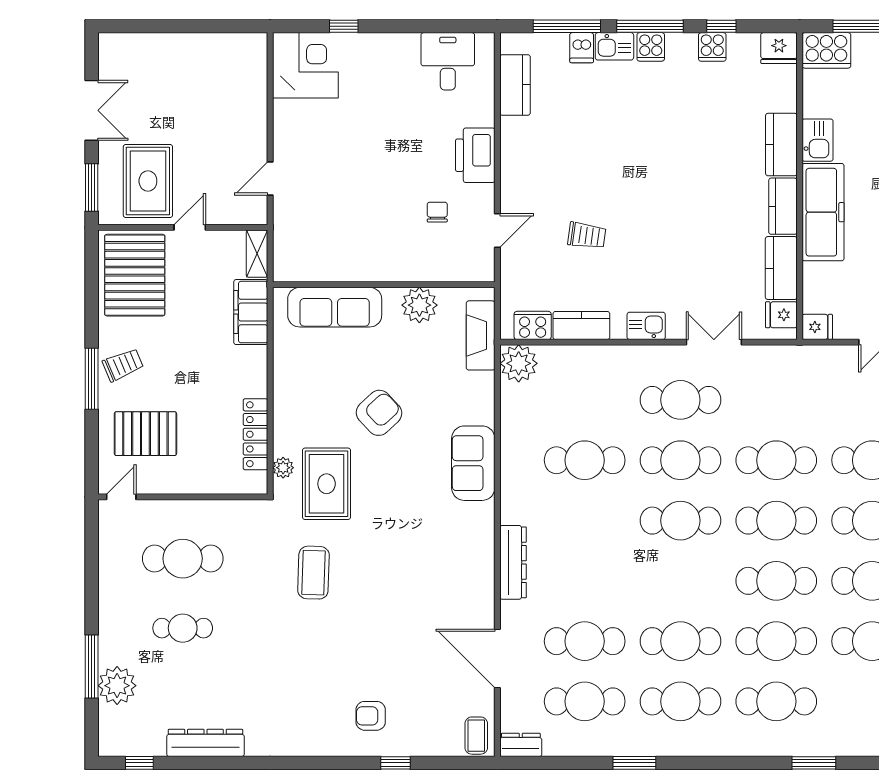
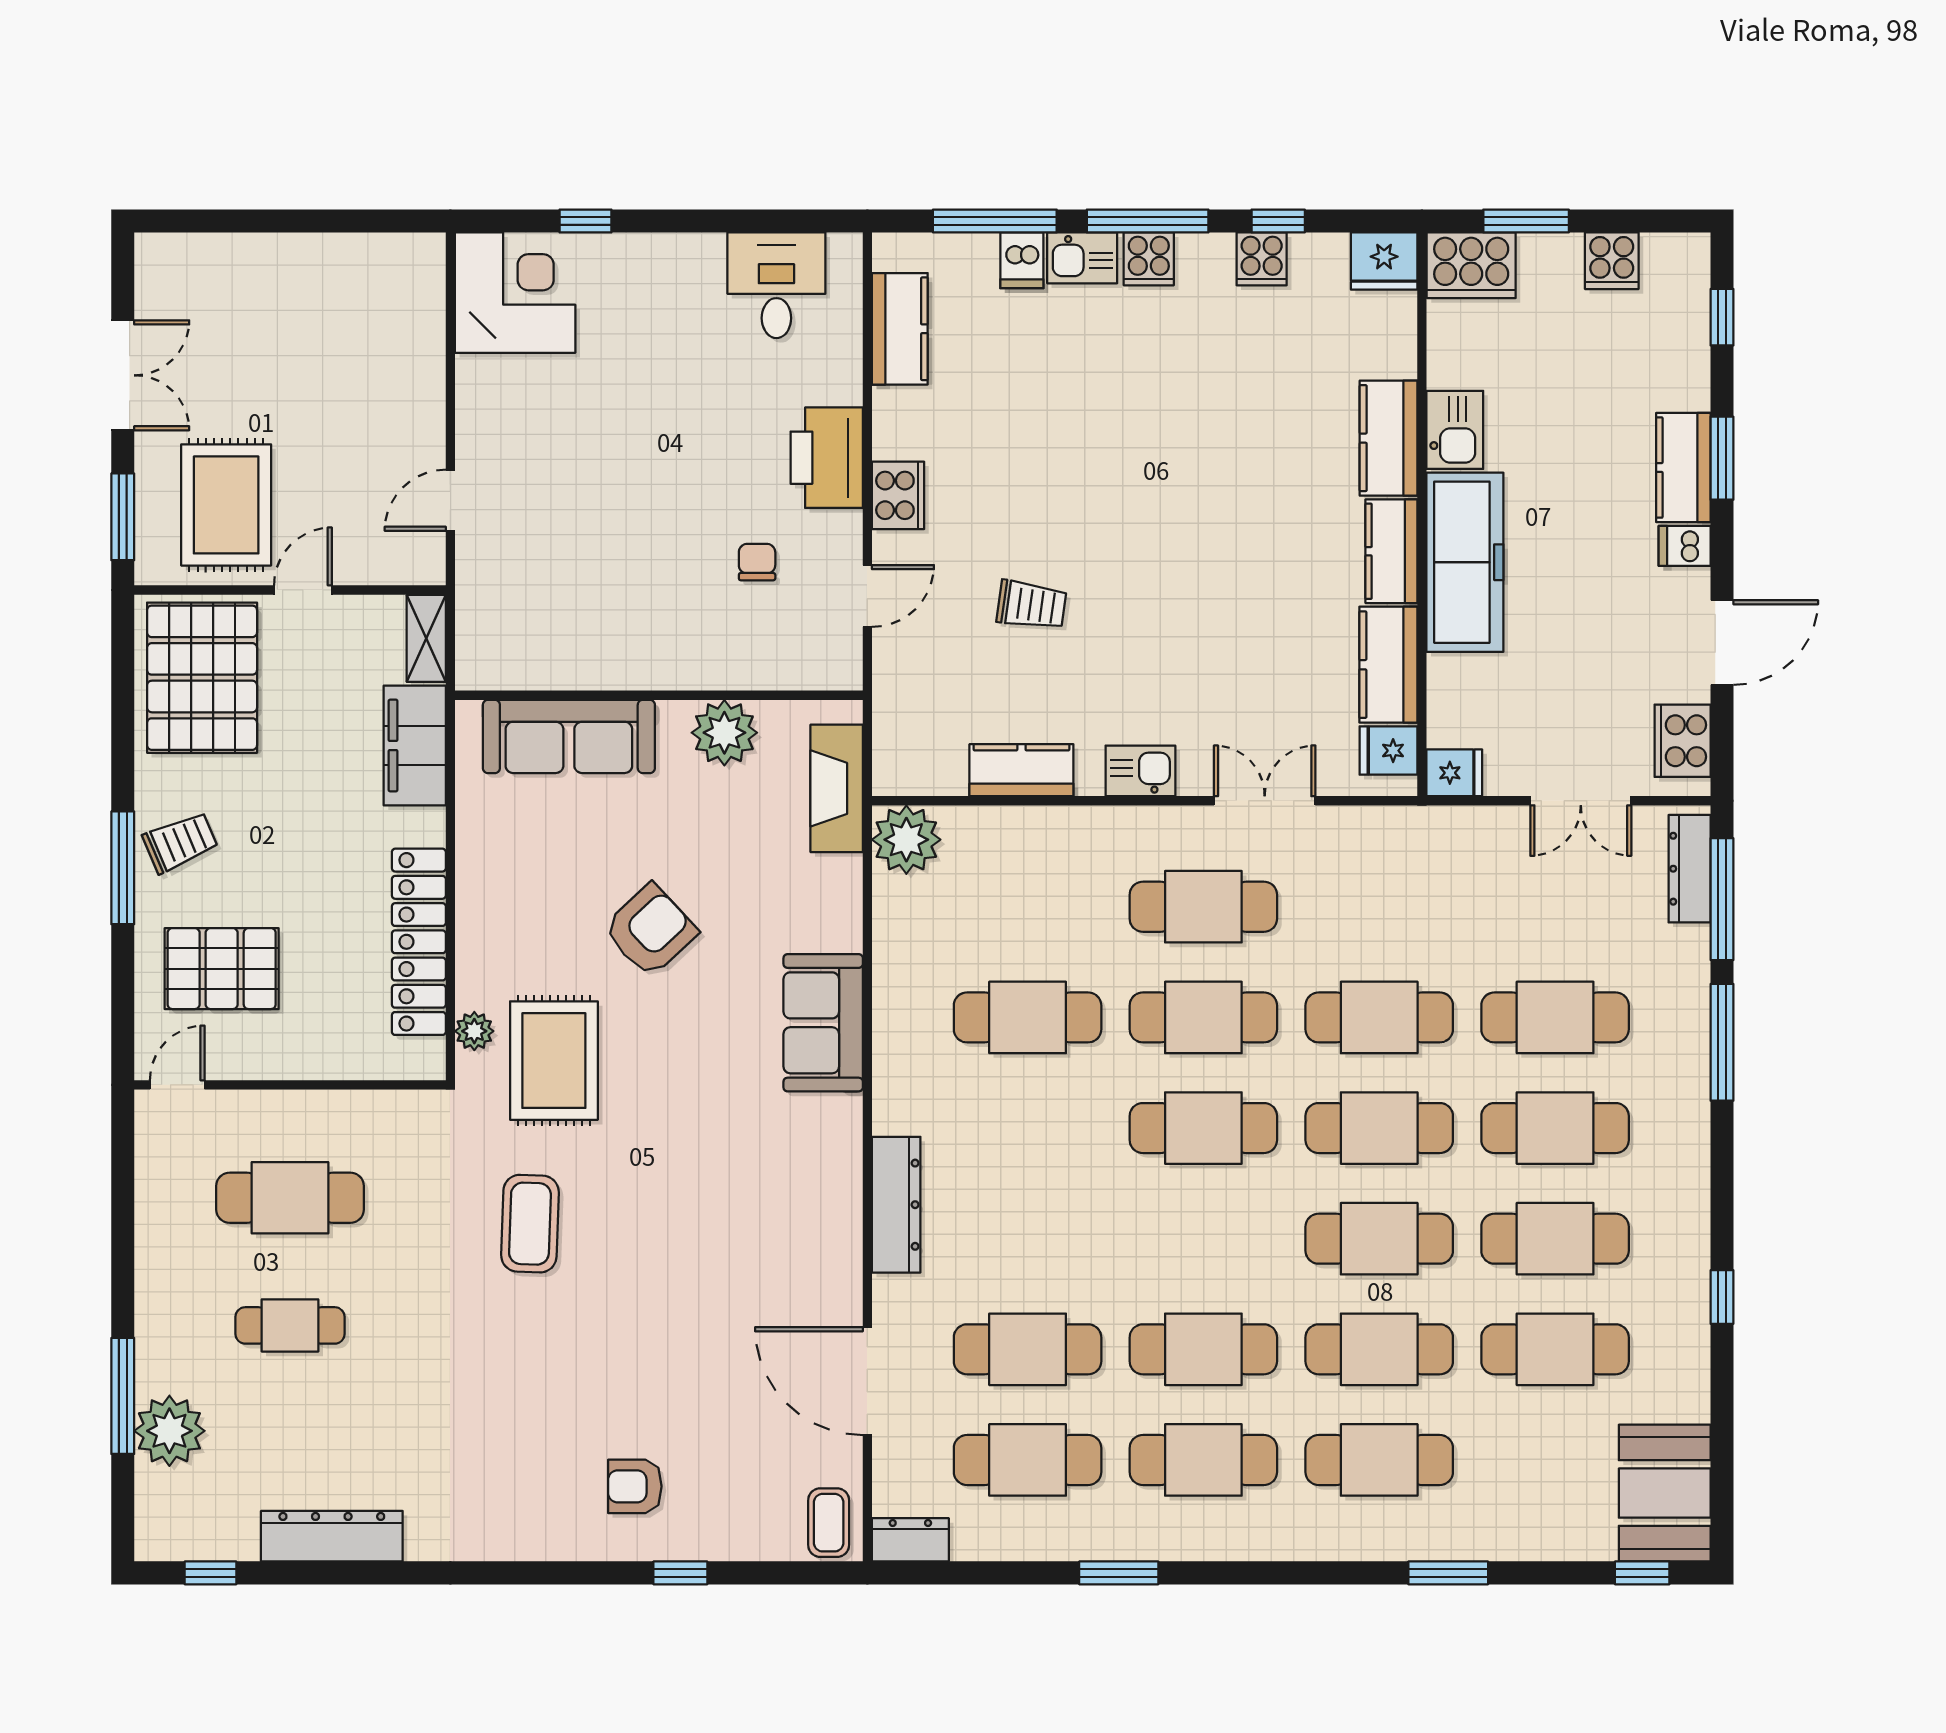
cooker: (533, 325) -> (898, 495), moved, turned 90
locker: (255, 434) -> (419, 942), width x1.41, depth x1.21

